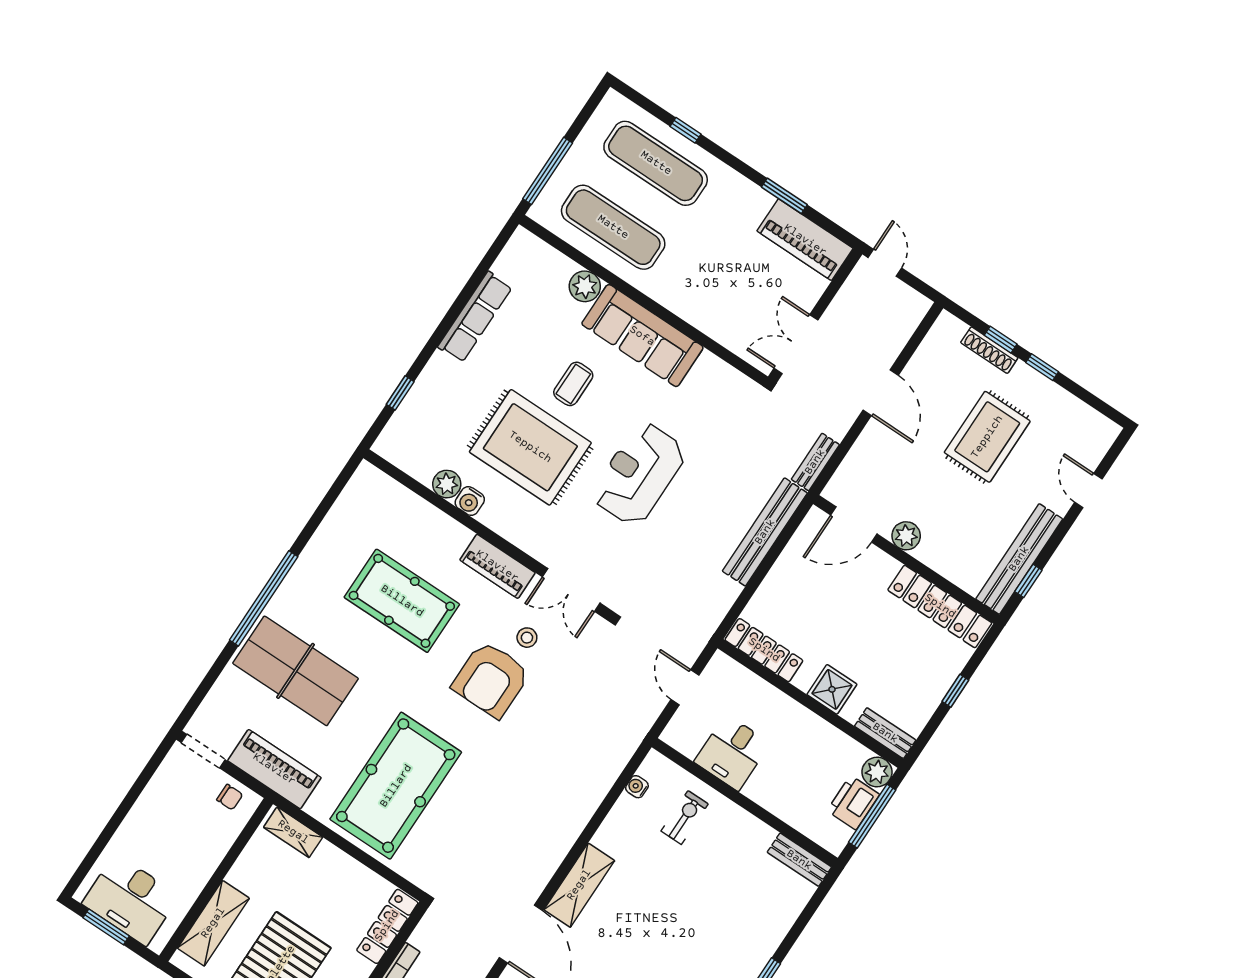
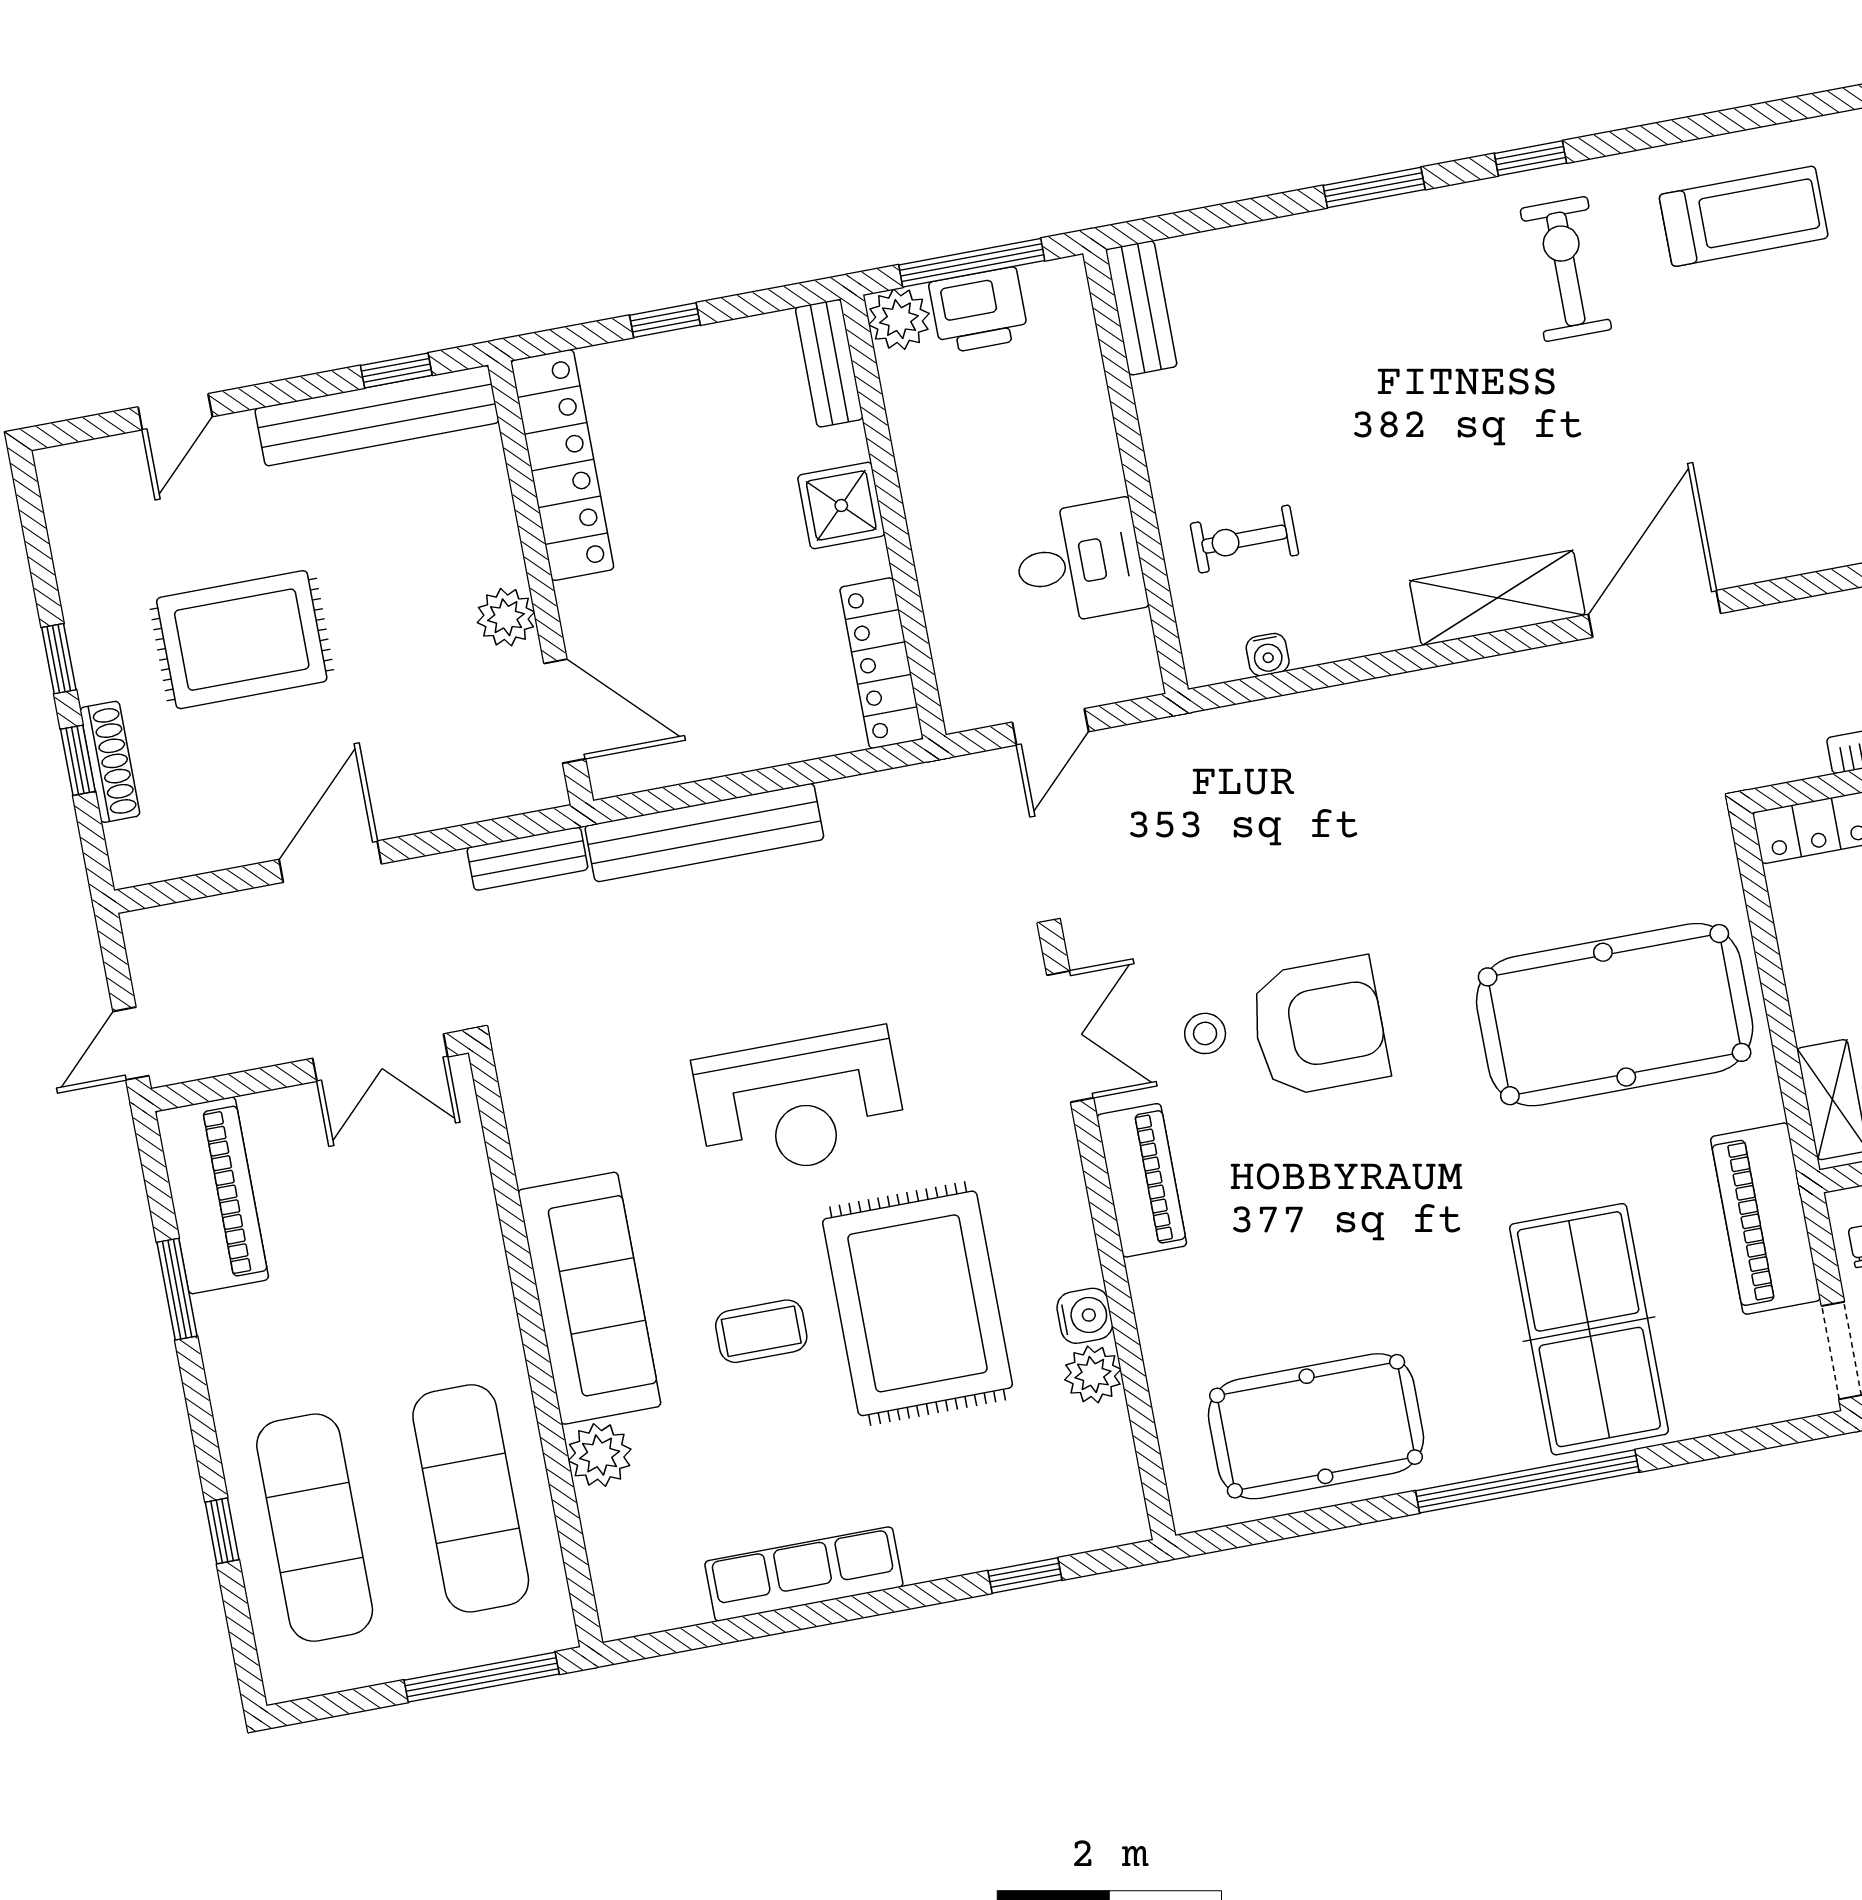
pool table: (402, 601) -> (1316, 1426), moved, turned 90

